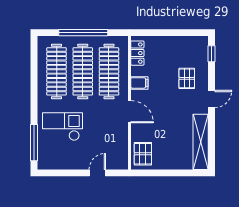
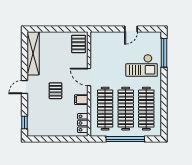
pallet: (187, 78) -> (55, 91), moved
door: (97, 173) -> (131, 29), moved

